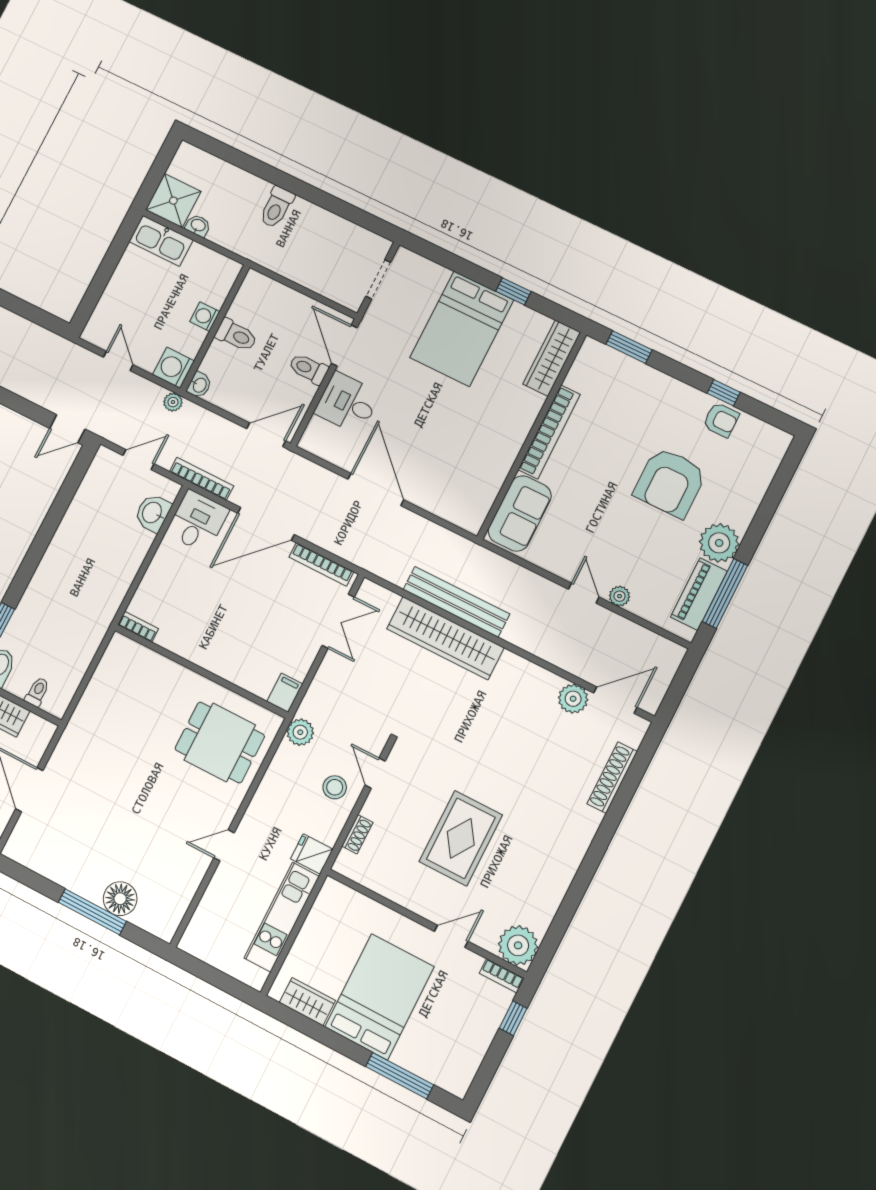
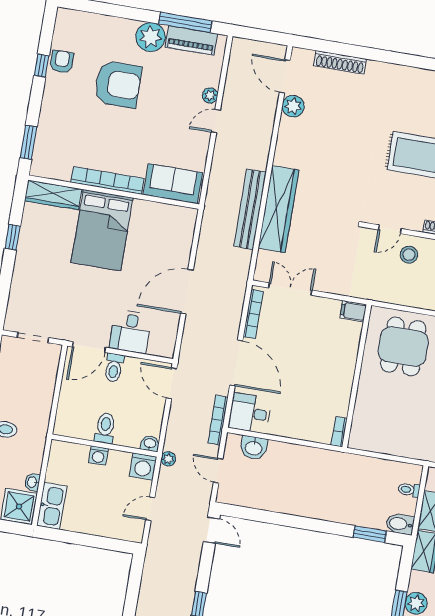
bed: (462, 329) -> (102, 230), moved, turned 90
plant: (300, 732) -> (378, 291), removed

